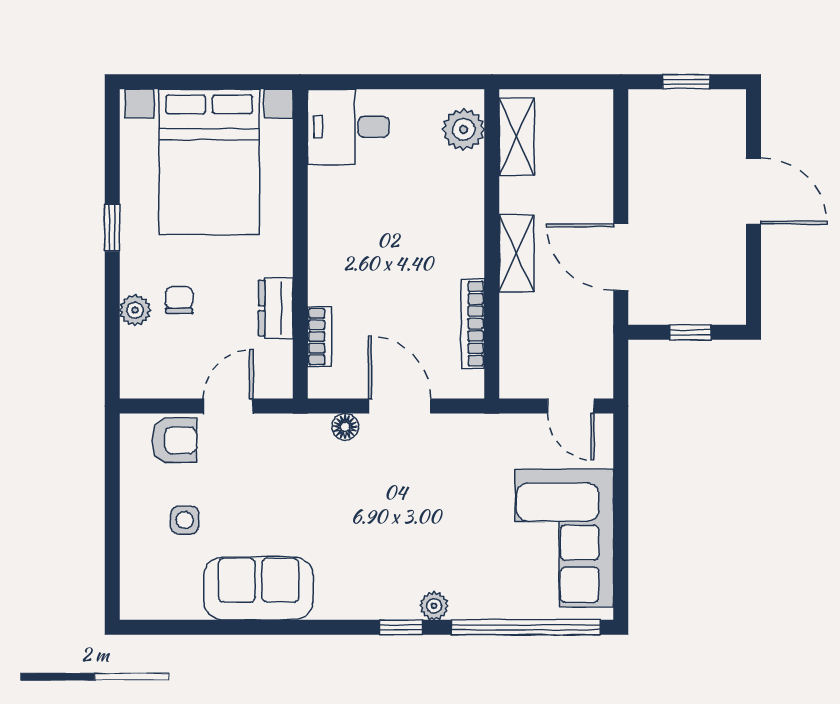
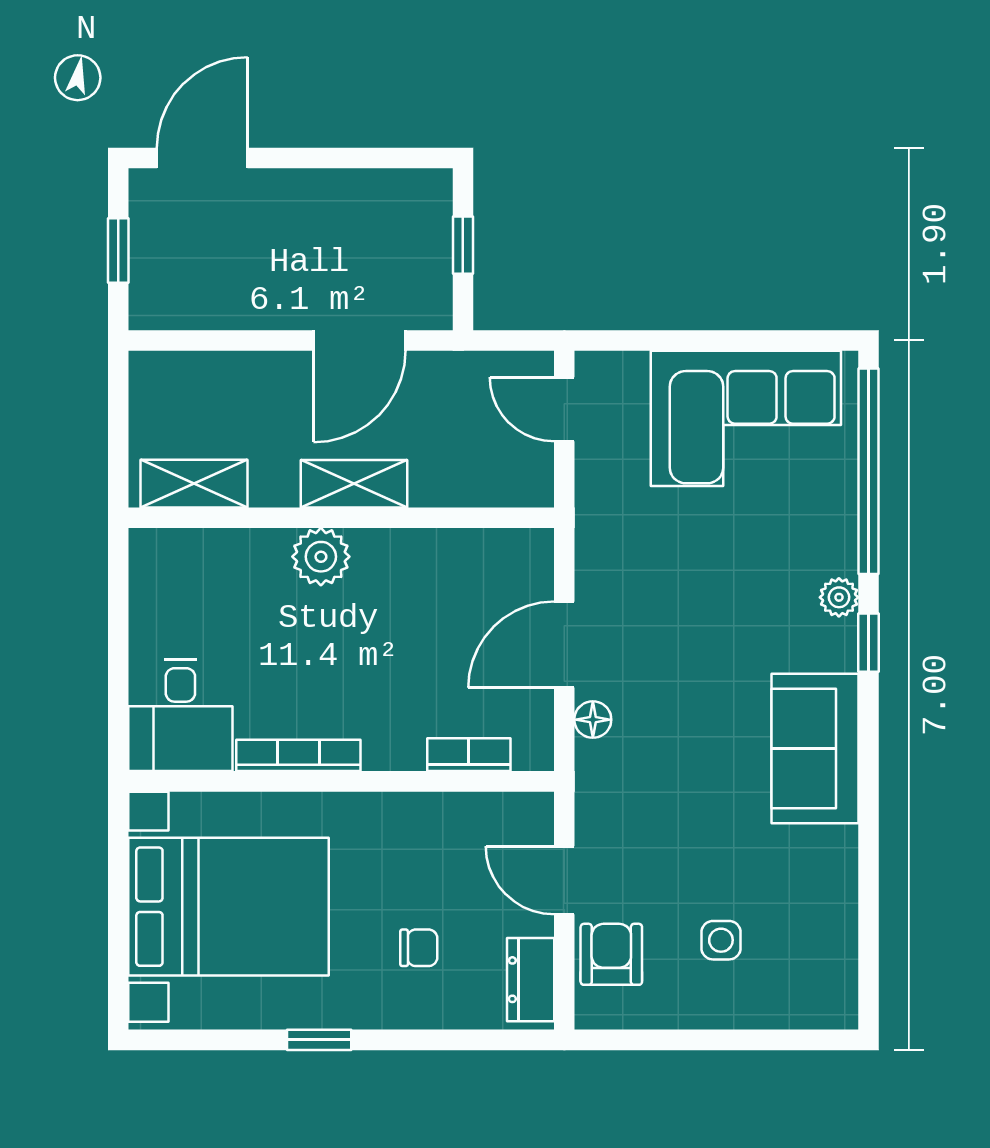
plant: (464, 129) -> (321, 557), moved
door: (754, 191) -> (202, 158), moved
chair: (179, 300) -> (419, 948), turned 180
dresser: (276, 308) -> (531, 980), moved, turned 90
plant: (135, 310) -> (432, 1008), removed
bookcase: (473, 324) -> (298, 755), moved, turned 180
door: (571, 406) -> (564, 409), swing flipped
sofa: (259, 588) -> (815, 748), moved

